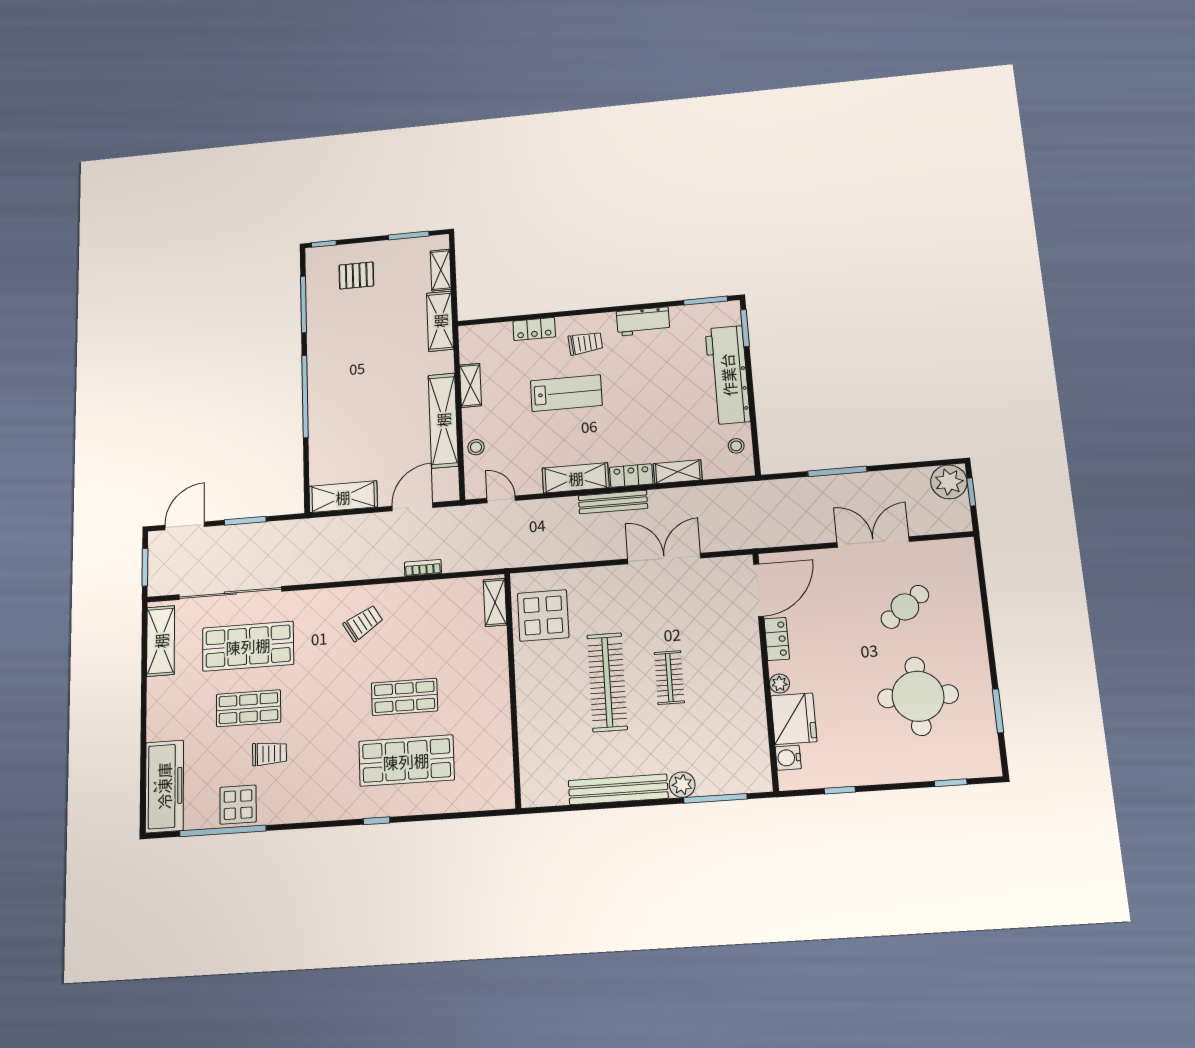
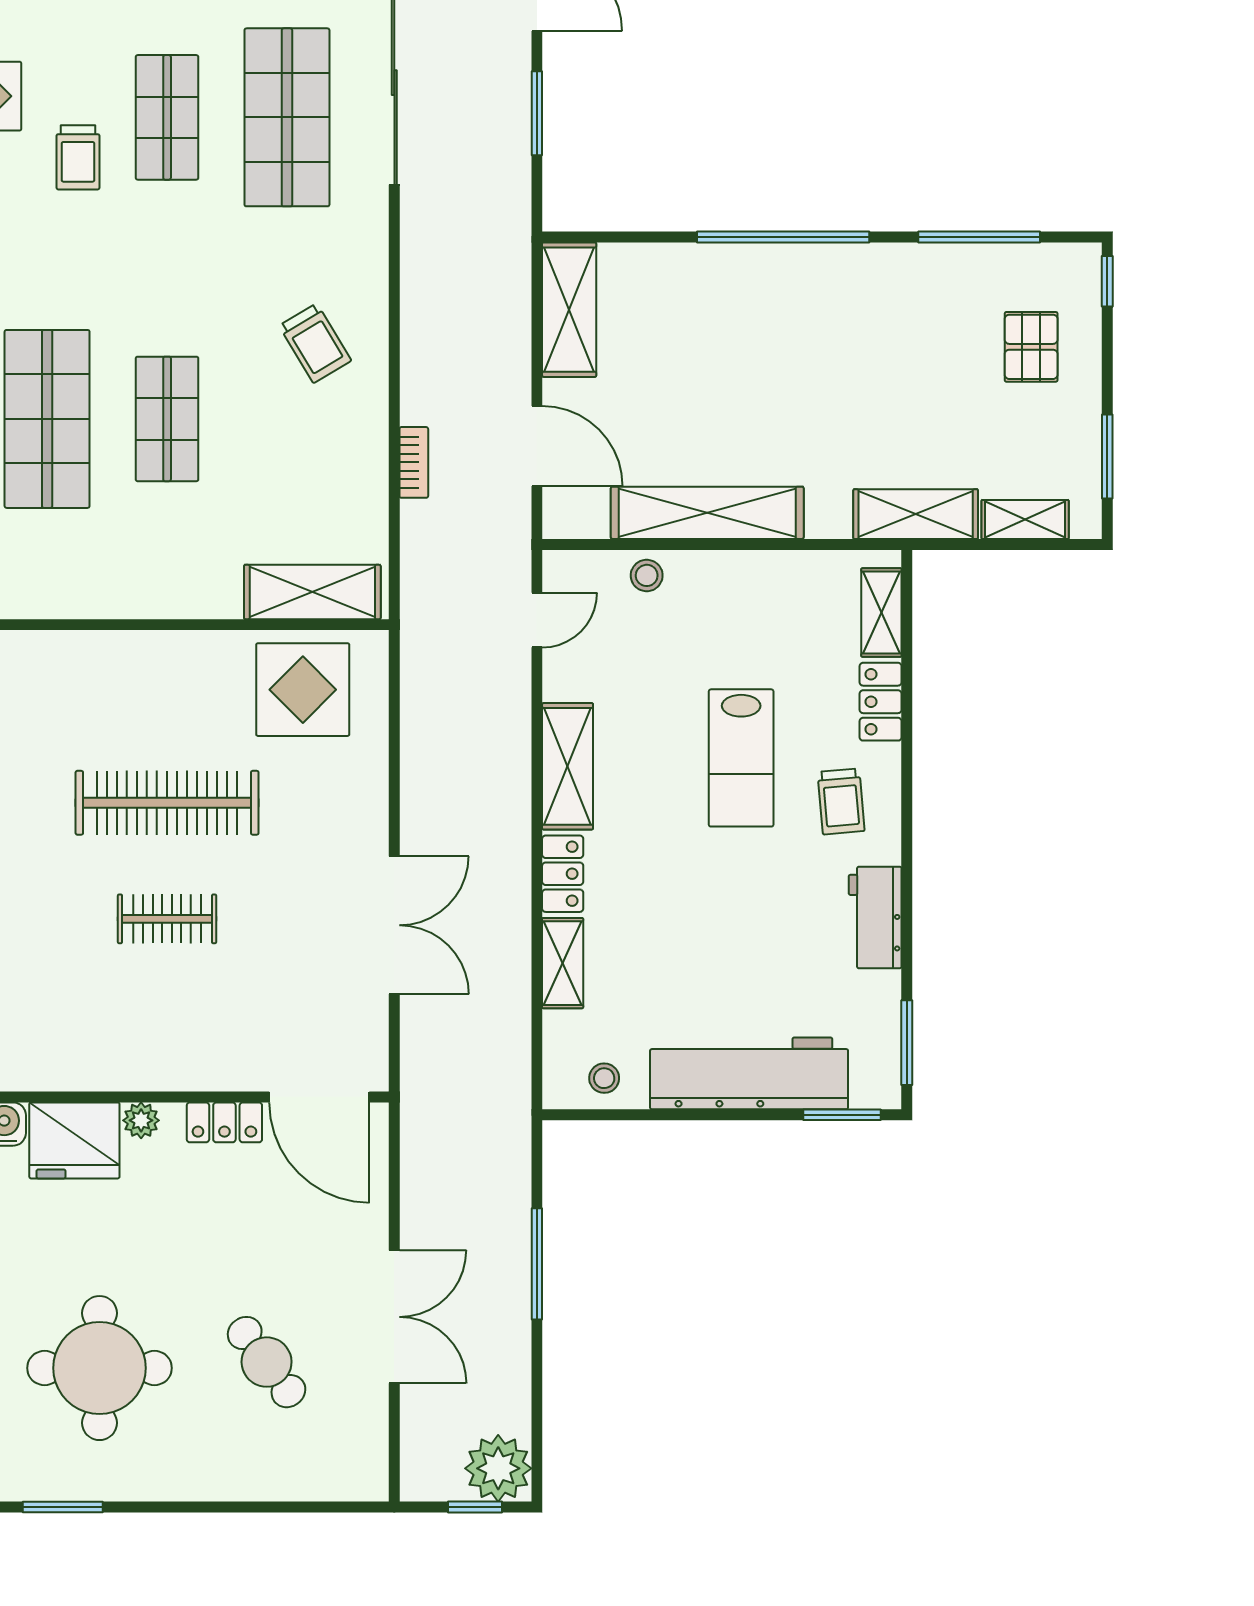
shelving: (470, 385) -> (881, 613), moved, turned 90
bench: (613, 502) -> (513, 835), removed
shelving: (495, 602) -> (312, 592), width x1.50, depth x1.33

